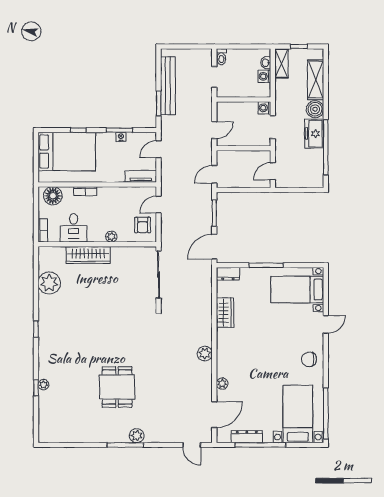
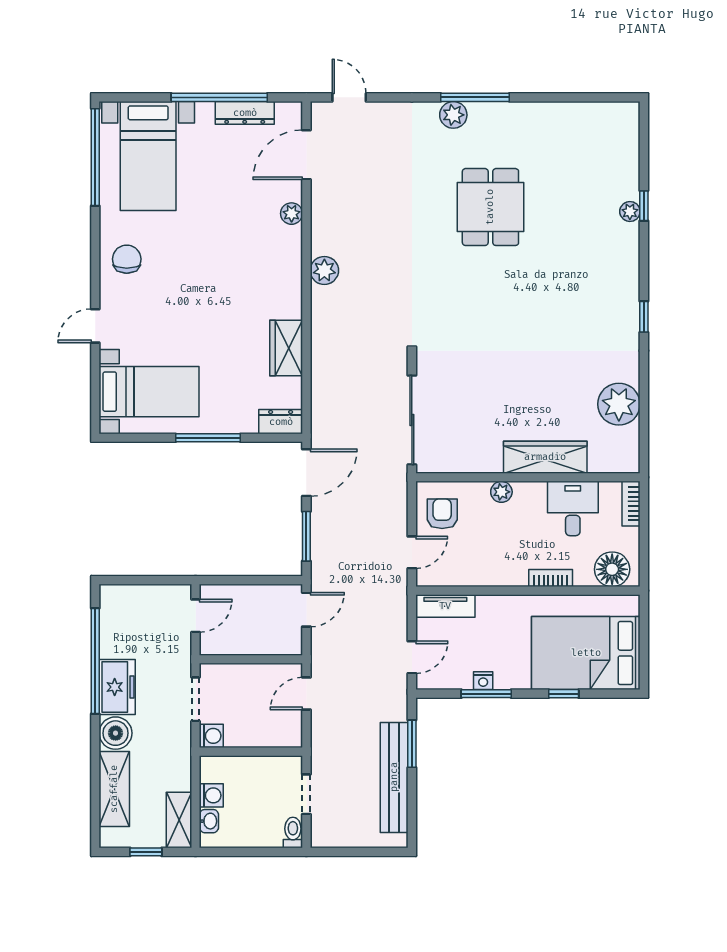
chair: (309, 359) -> (127, 259), turned -90

